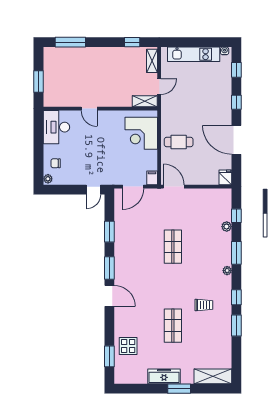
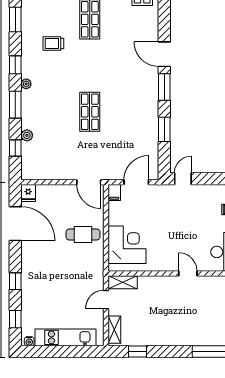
door: (236, 140) -> (15, 224), moved
window: (236, 297) -> (15, 65), moved

